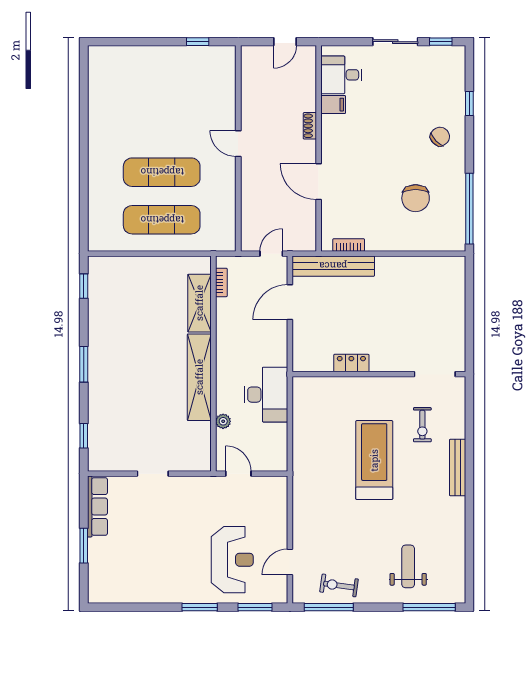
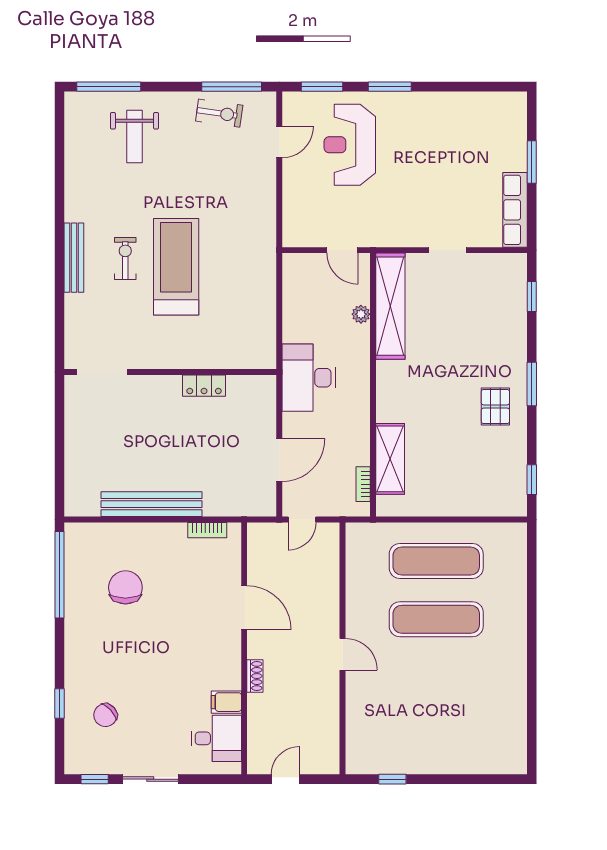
chair: (440, 137) -> (105, 715), moved
bench: (333, 266) -> (151, 504), moved
pallet: (113, 346) -> (495, 406), added
shelving: (199, 377) -> (390, 306), moved
desk: (266, 395) -> (309, 378), moved
exercise bike: (422, 425) -> (125, 258), moved
treadmill: (374, 460) -> (176, 267), turned 180

